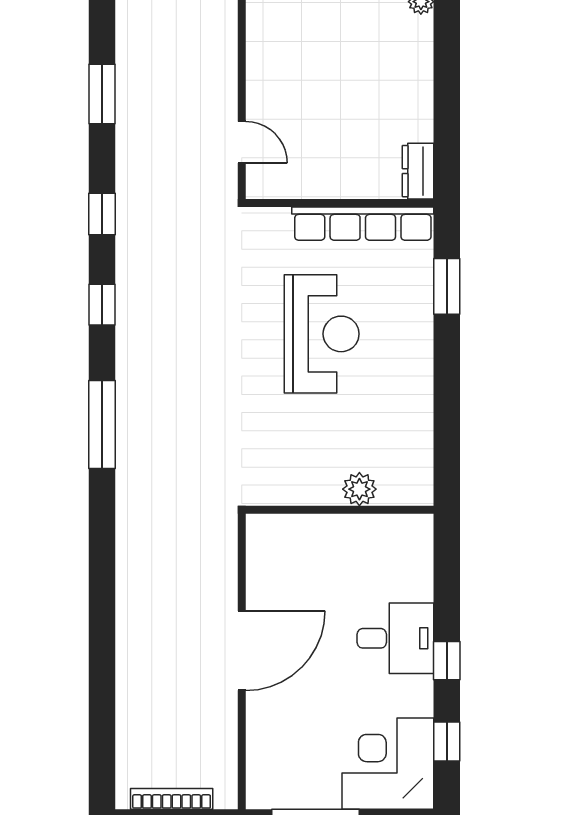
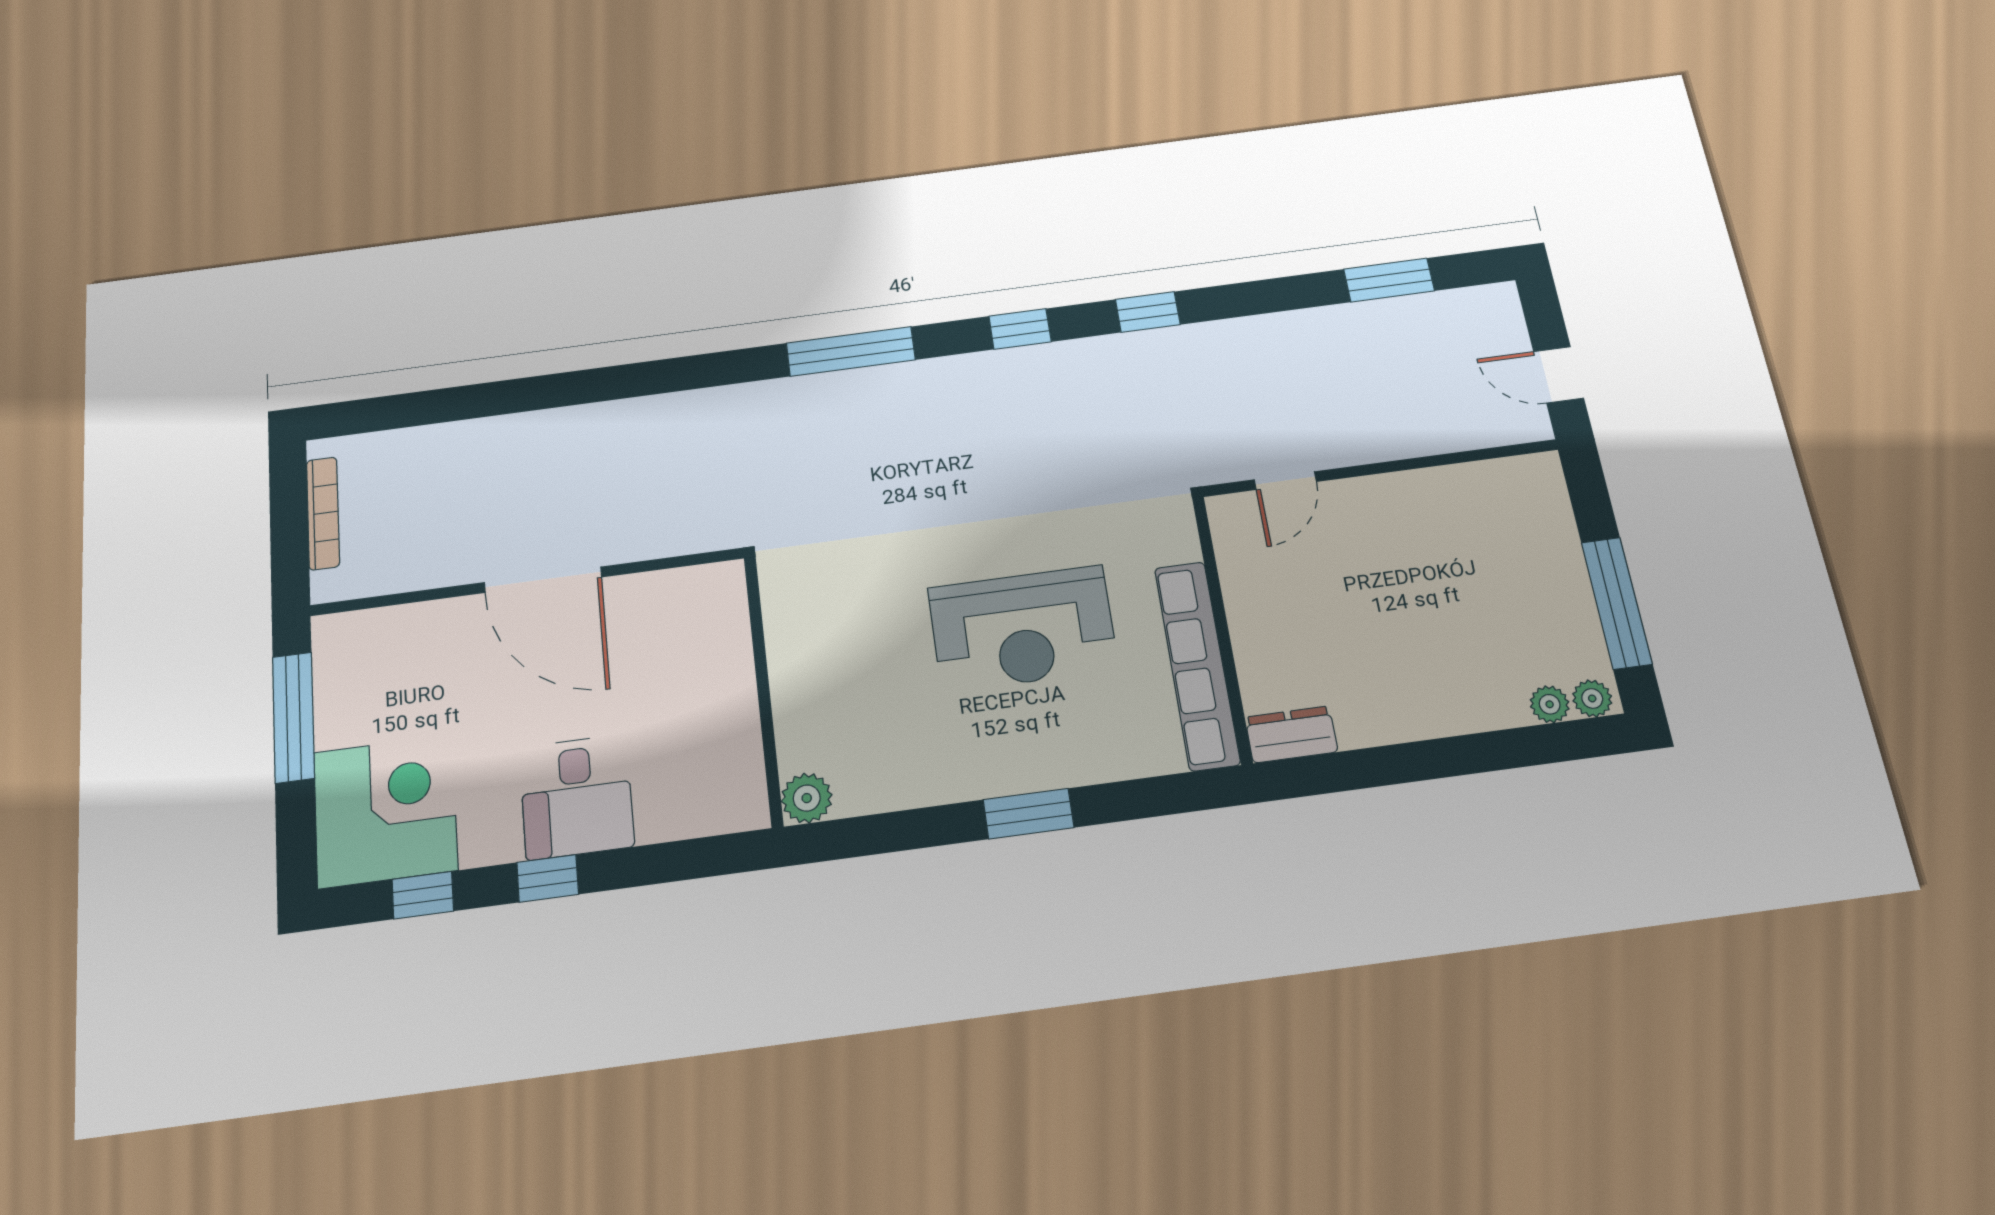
window: (102, 94) -> (1389, 280), moved
window: (447, 286) -> (1028, 814), moved
plant: (359, 489) -> (807, 798), moved

